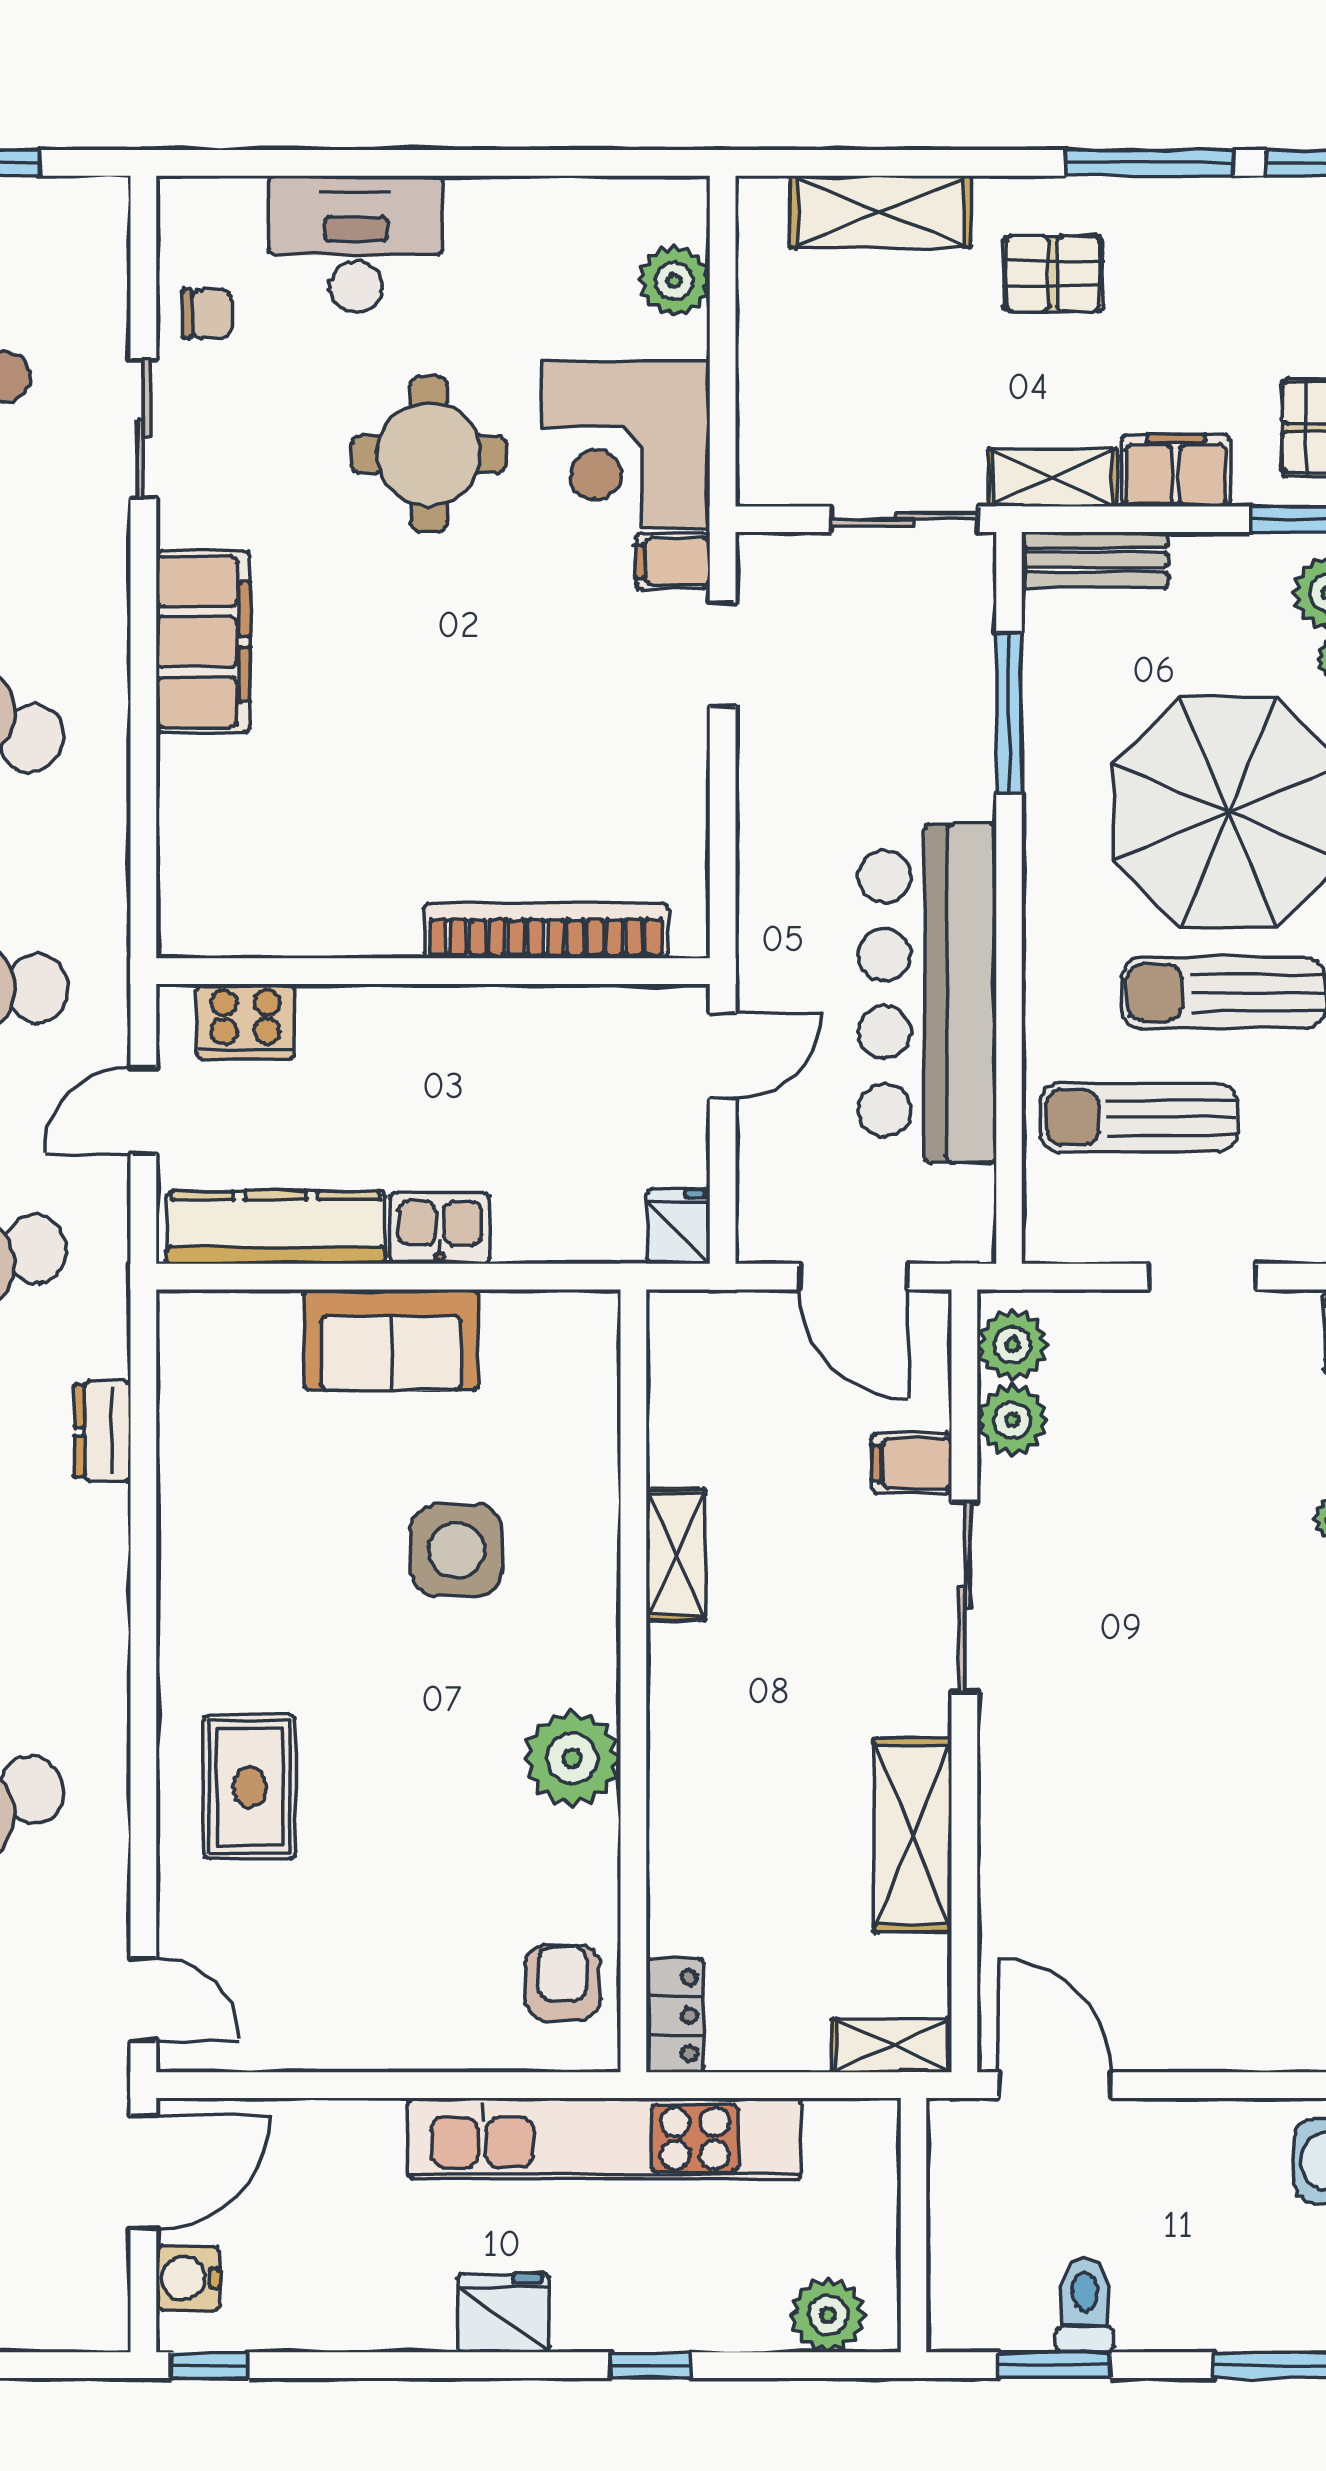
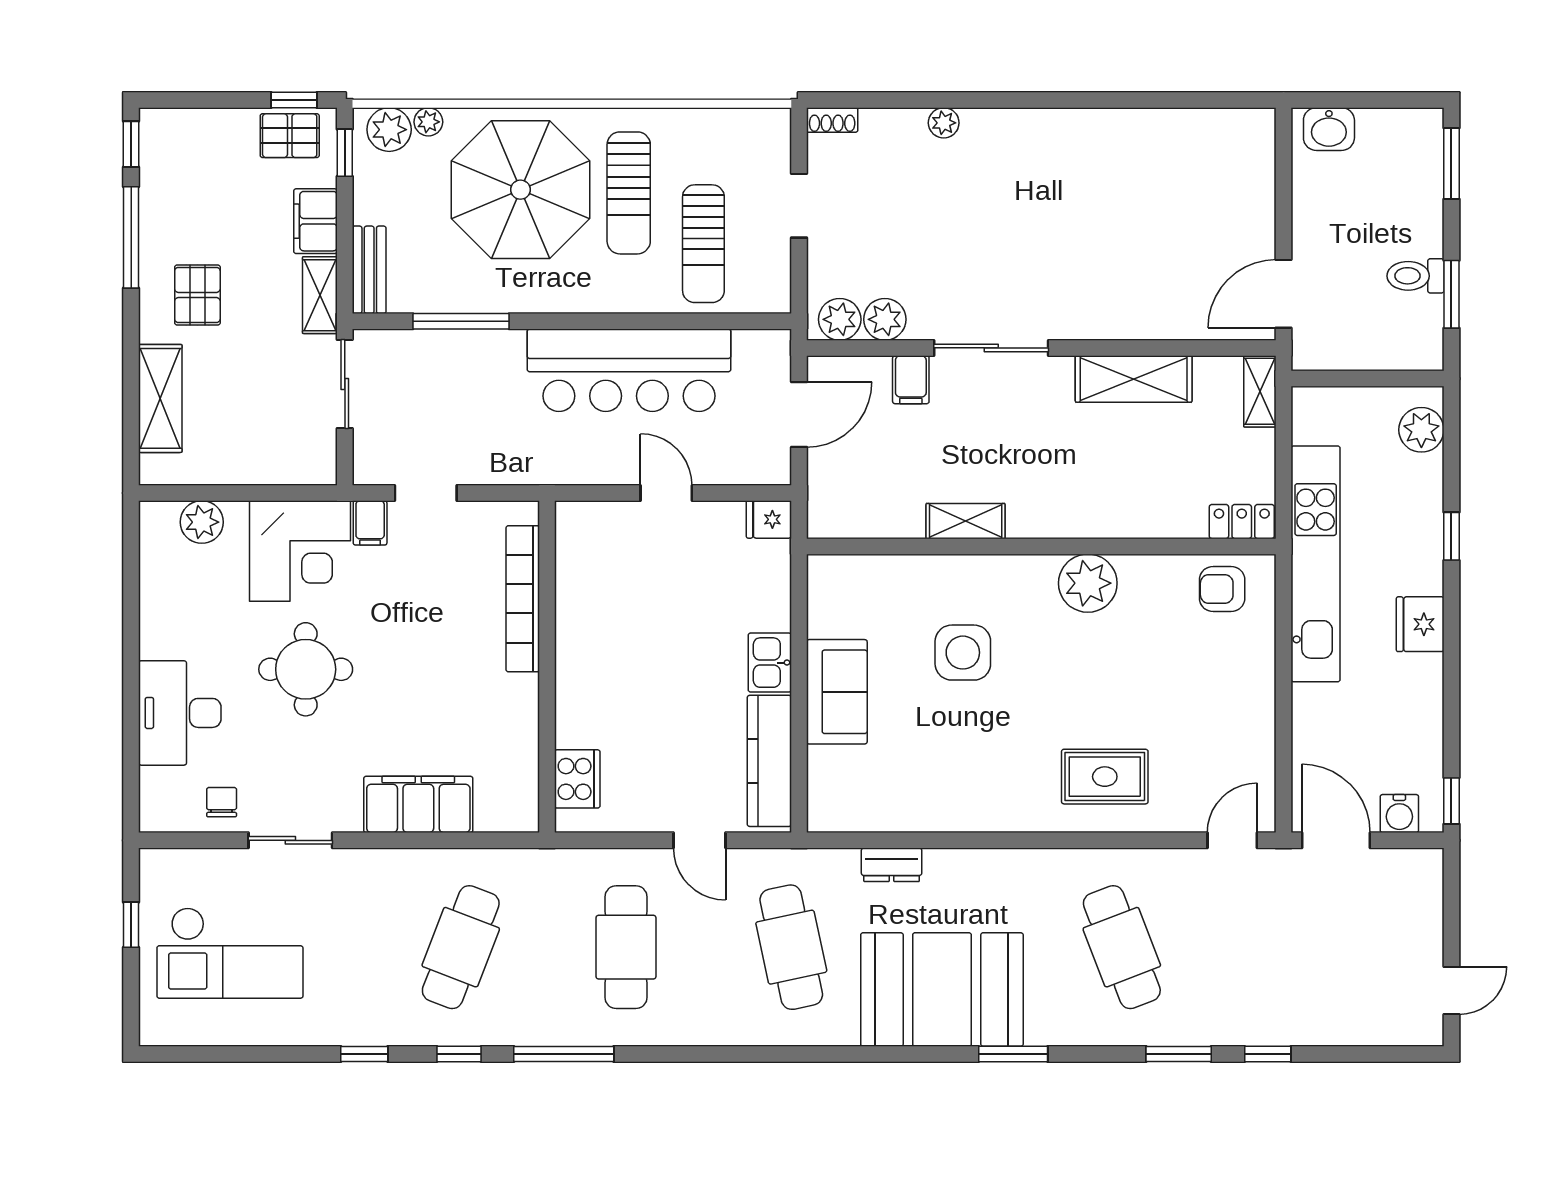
bookcase: (546, 931) -> (523, 599), moved
wall: (433, 971) -> (547, 667), moved
cooker: (246, 1022) -> (577, 779), moved

